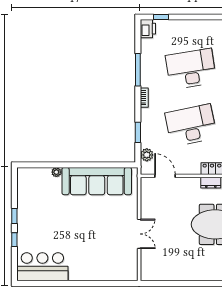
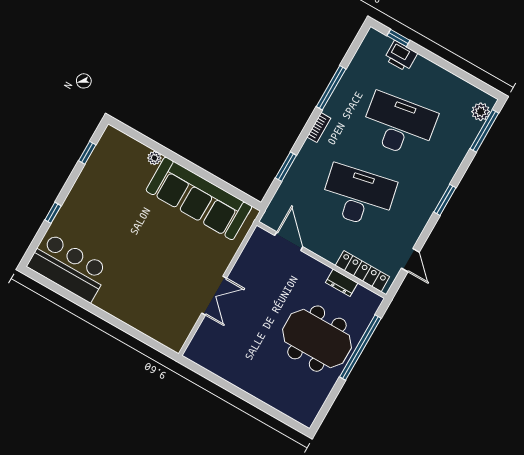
printer: (148, 29) -> (401, 56), moved, turned 90
plant: (147, 155) -> (281, 201), removed
window: (14, 216) -> (87, 153), moved

